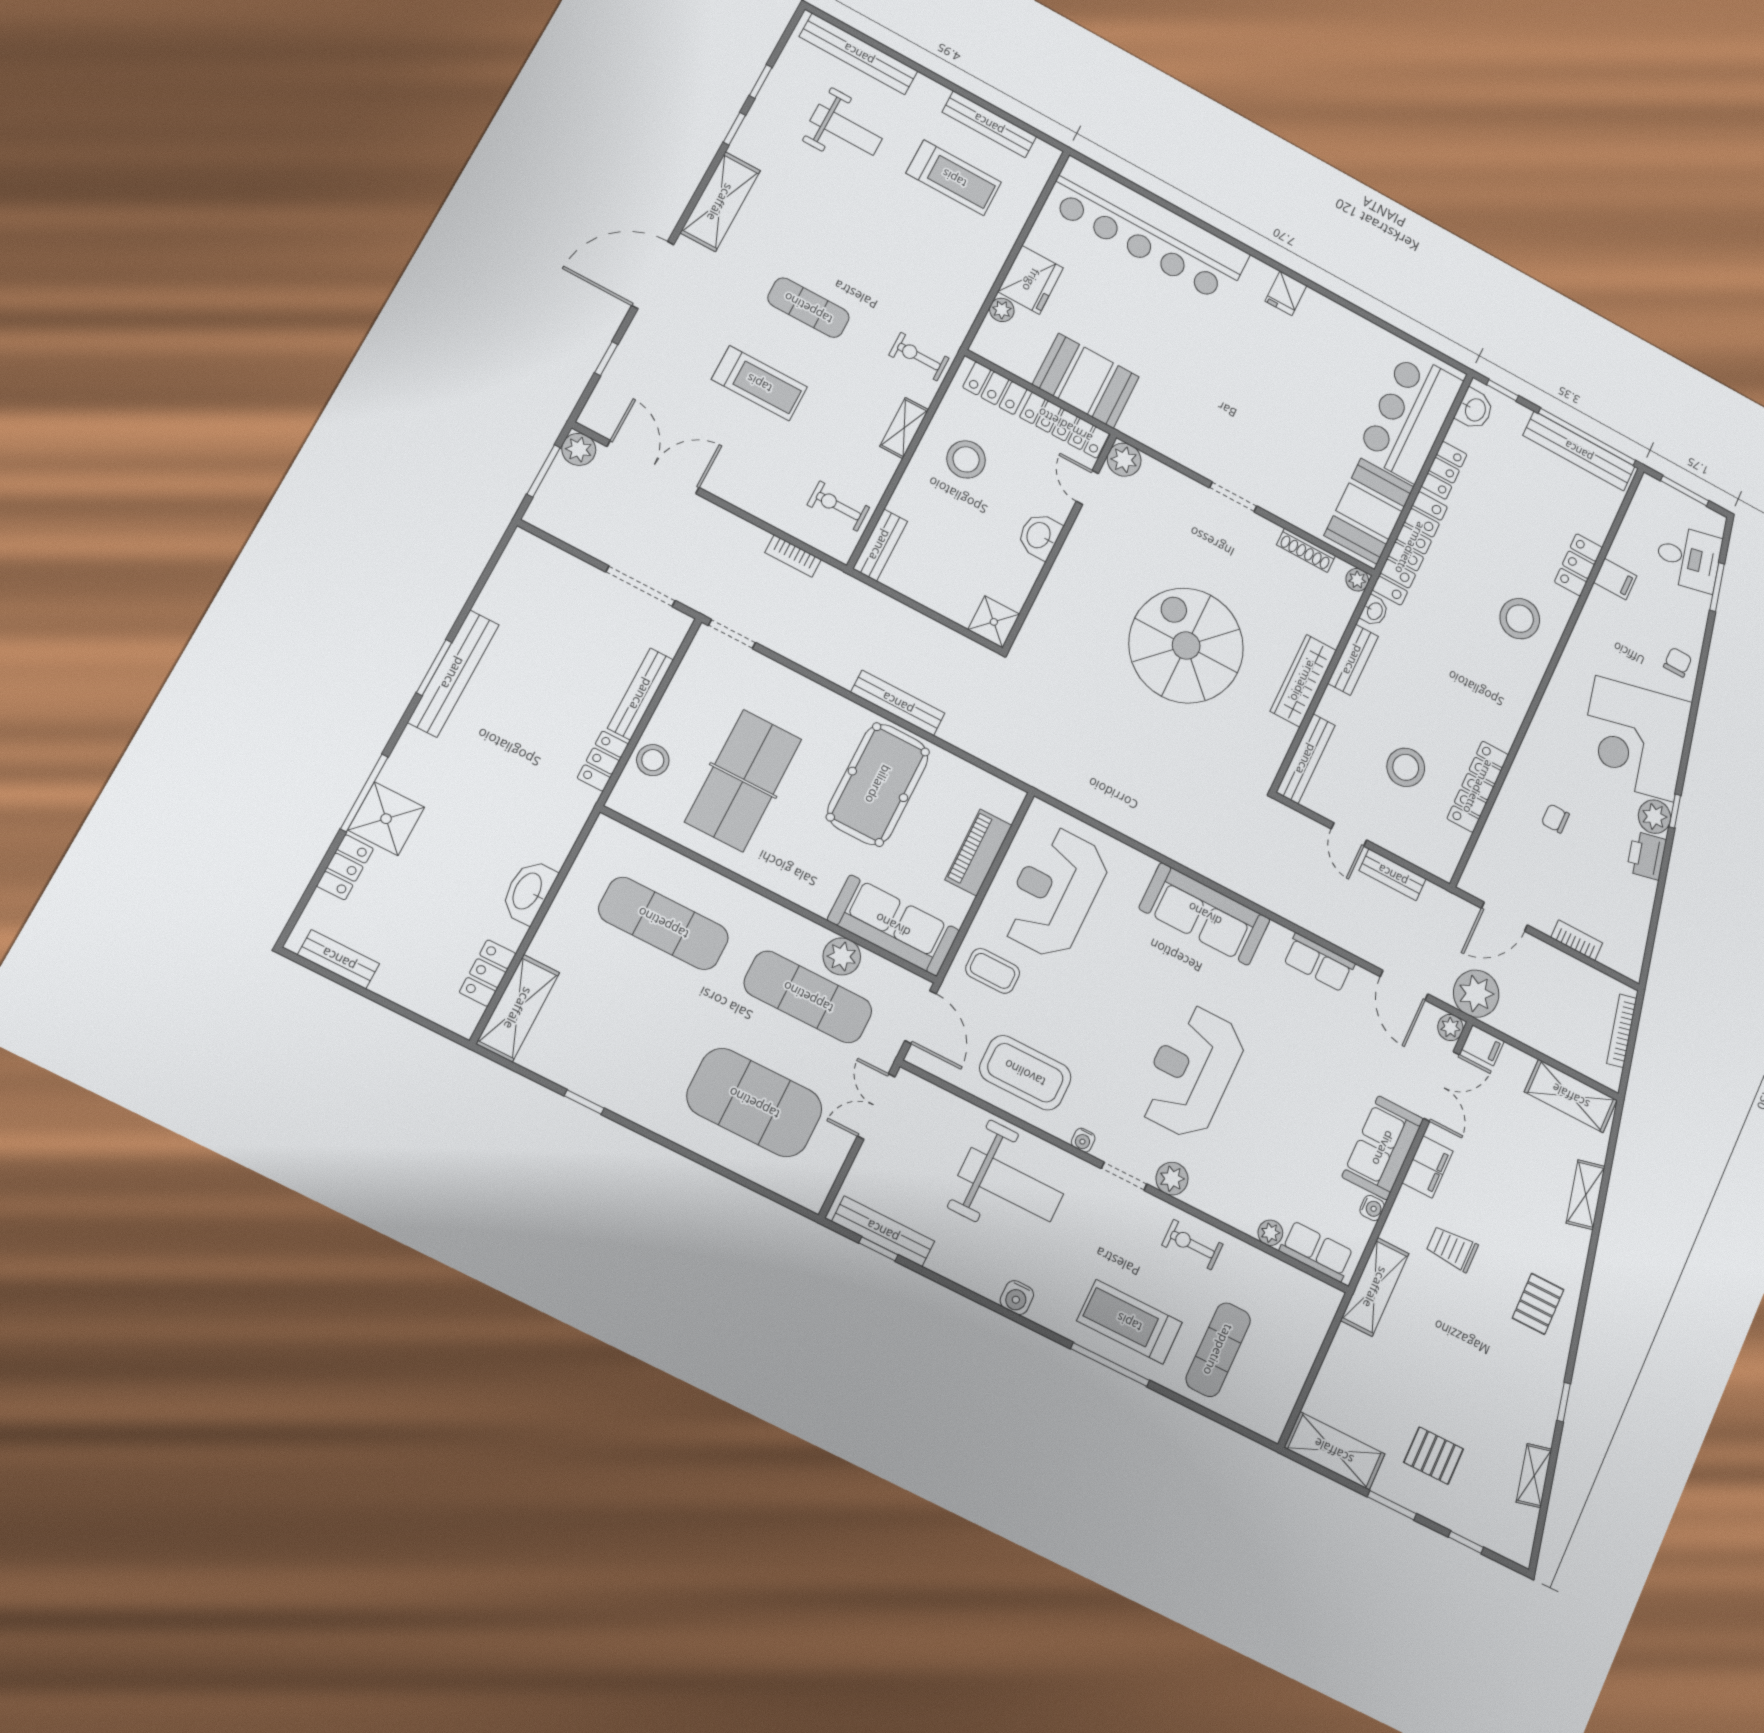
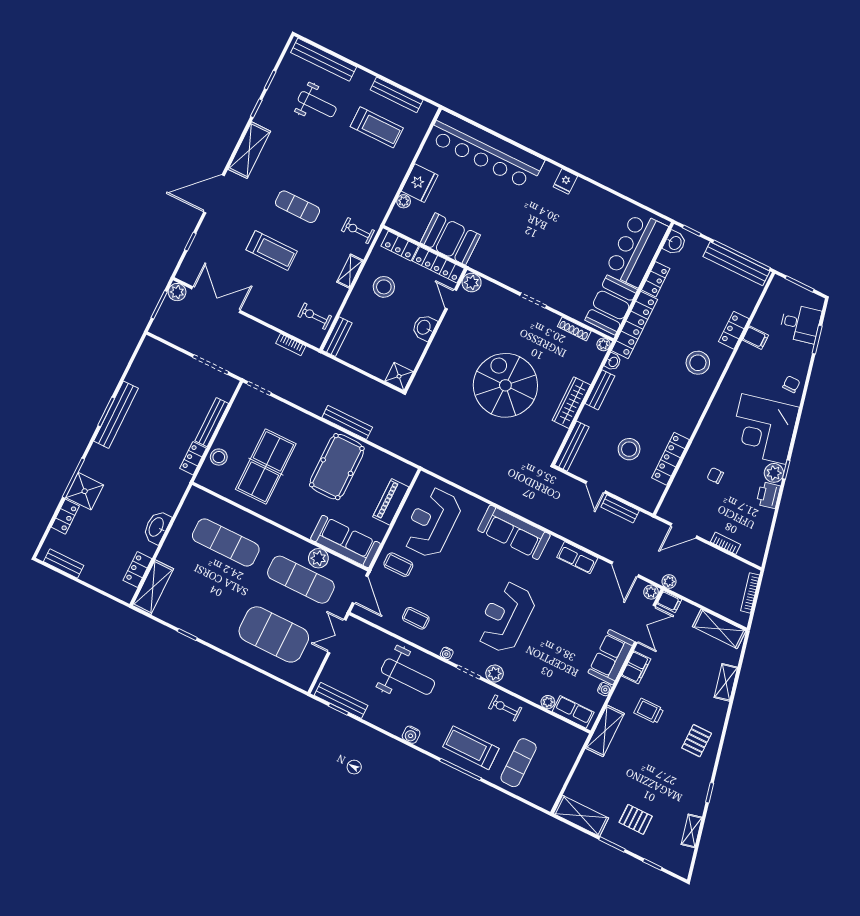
plant: (1476, 994) -> (669, 582), width x0.53, depth x0.53
coffee table: (1025, 1073) -> (416, 618), width x0.54, depth x0.58

